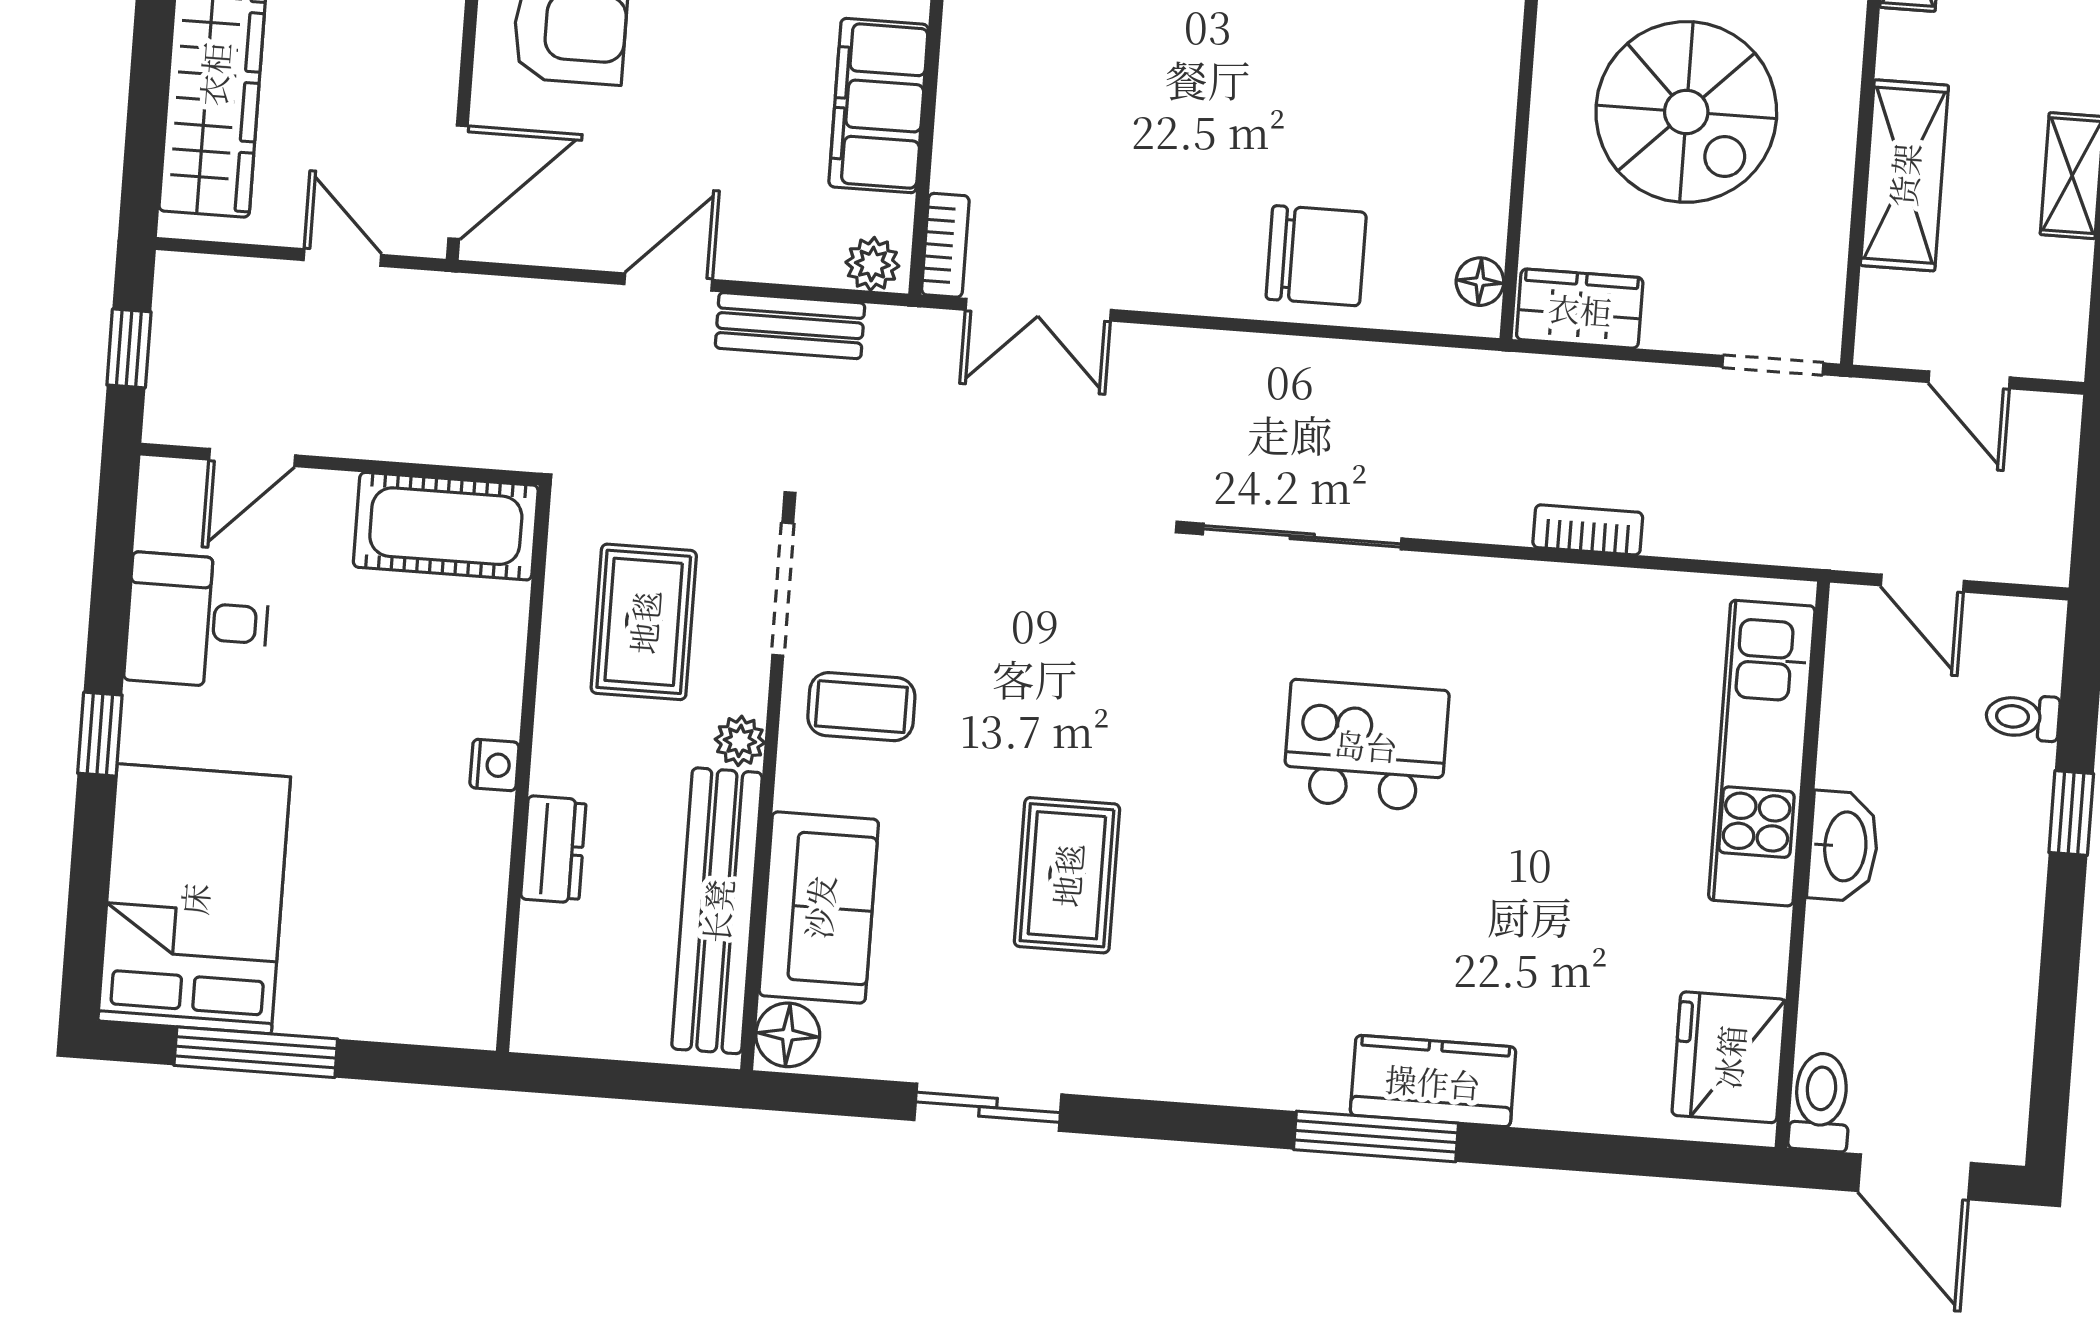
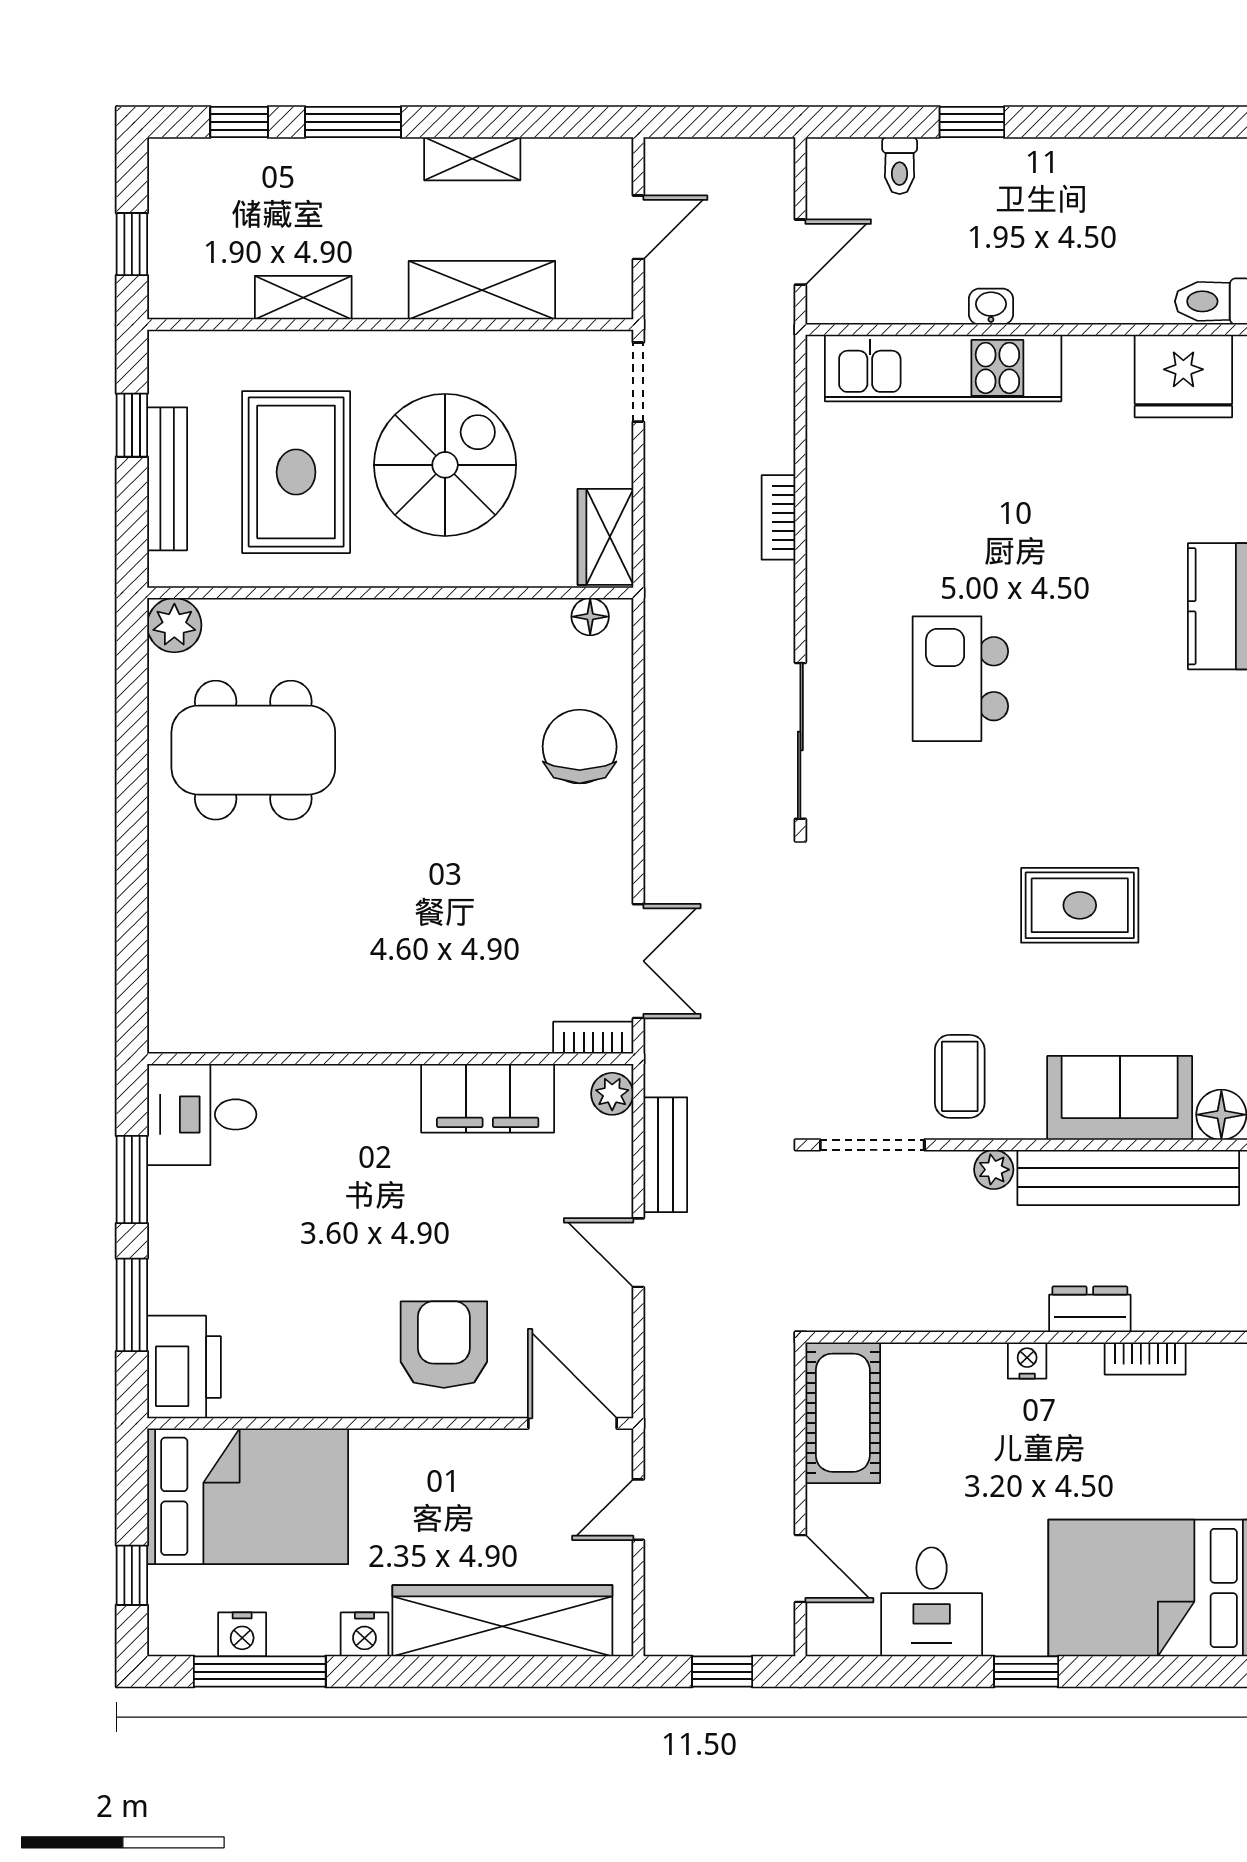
rug: (644, 622) -> (906, 1252), removed
washbasin: (1843, 846) -> (991, 307), width x0.52, depth x0.69
bookcase: (486, 915) -> (1145, 1359), added

